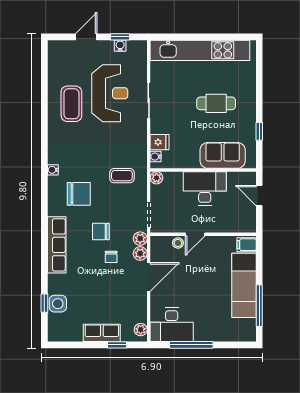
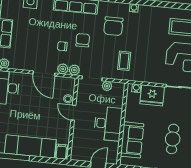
fridge: (159, 142) -> (152, 95), width x1.88, depth x1.34
plant: (156, 178) -> (107, 86), moved

